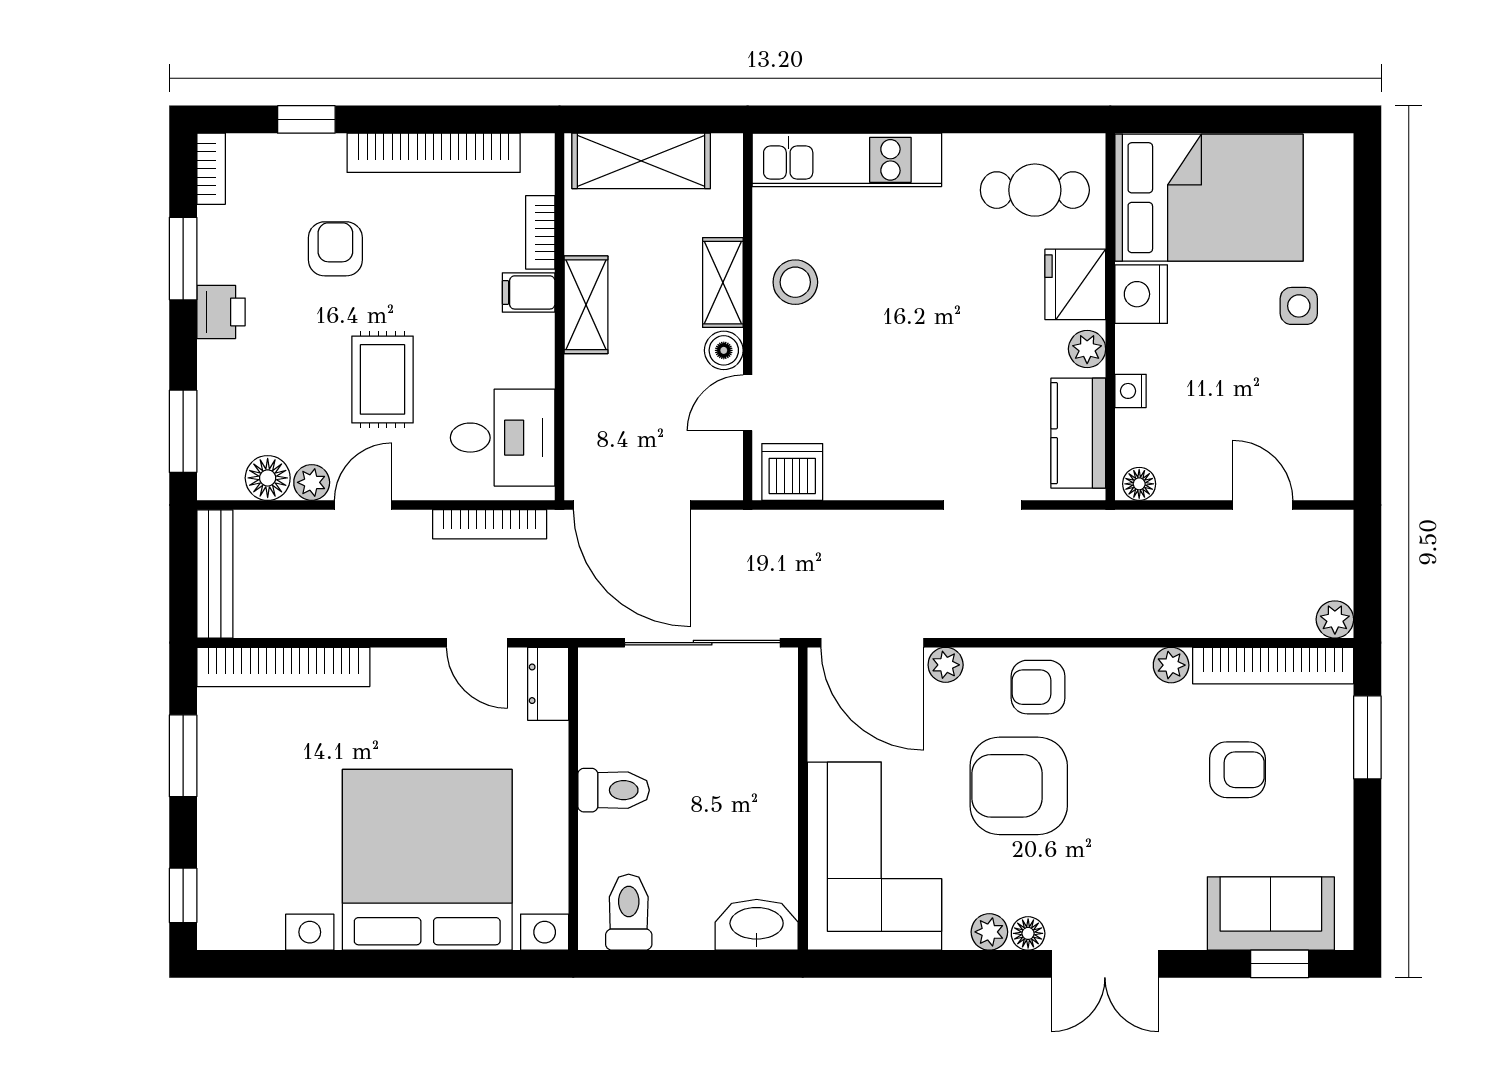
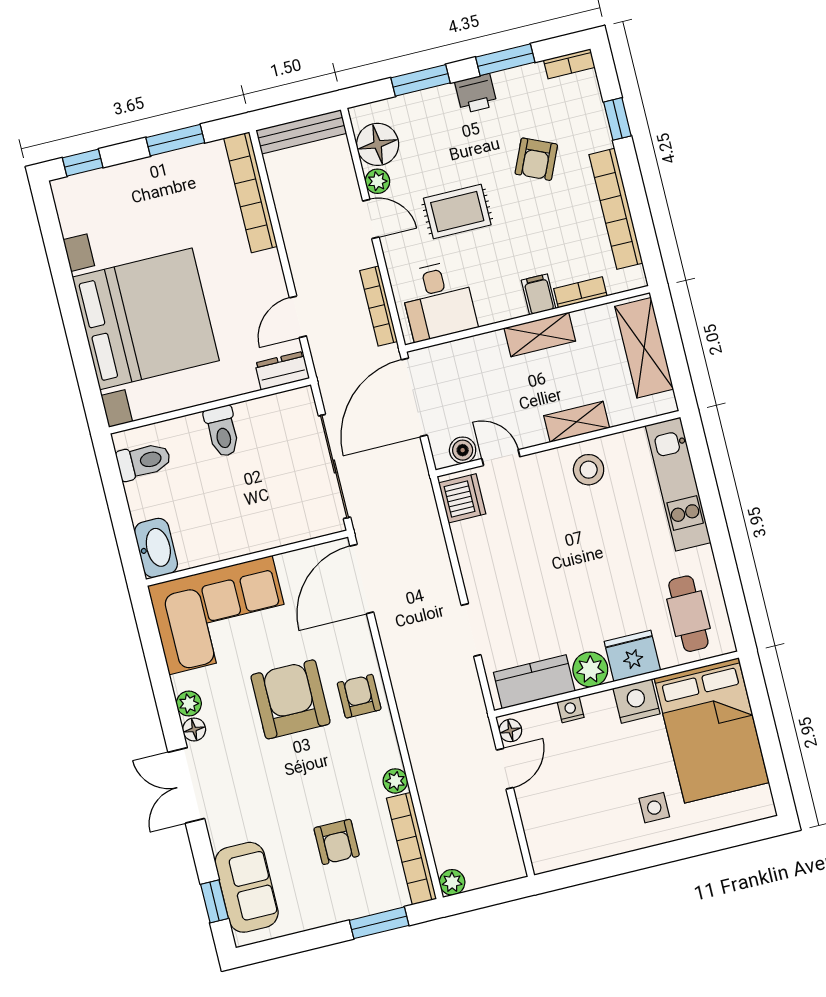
armchair: (335, 249) -> (536, 159), turned 114
plant: (1087, 349) -> (590, 669), width x1.38, depth x1.38
boiler: (724, 350) -> (463, 450), moved
window: (183, 431) -> (421, 80), moved
floor lamp: (268, 478) -> (378, 144), width x1.38, depth x1.38
door: (1263, 505) -> (505, 769), moved
plant: (946, 665) -> (359, 631), removed

